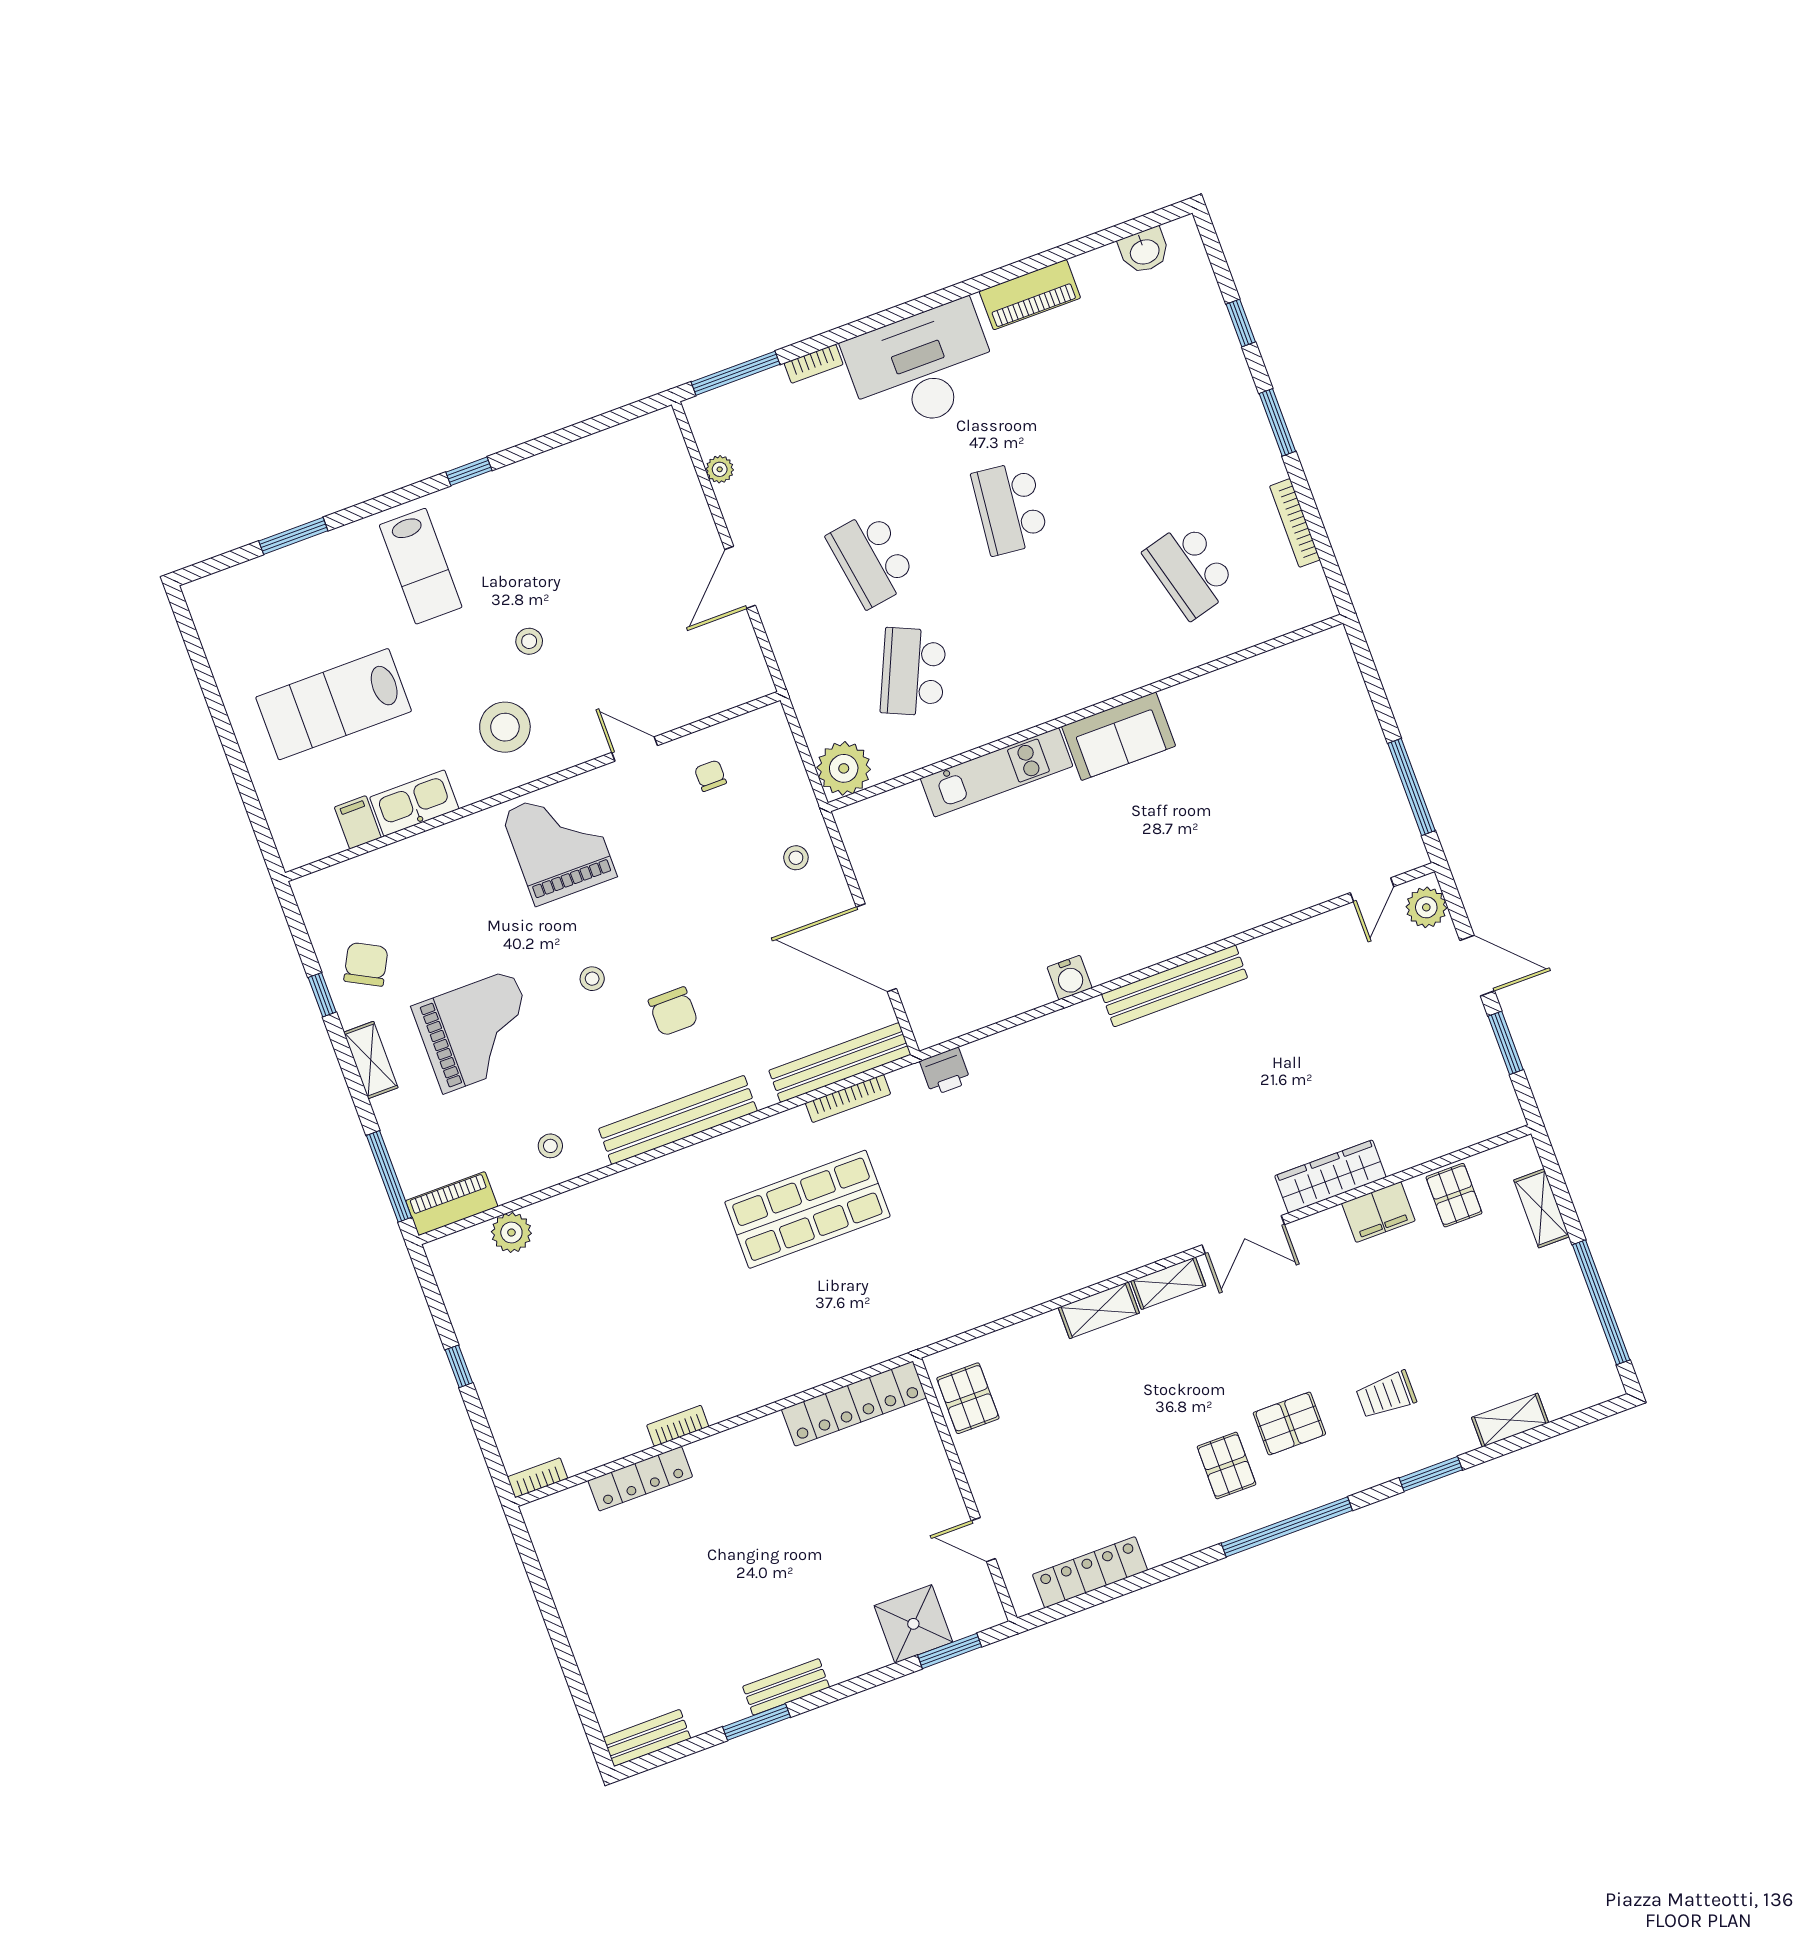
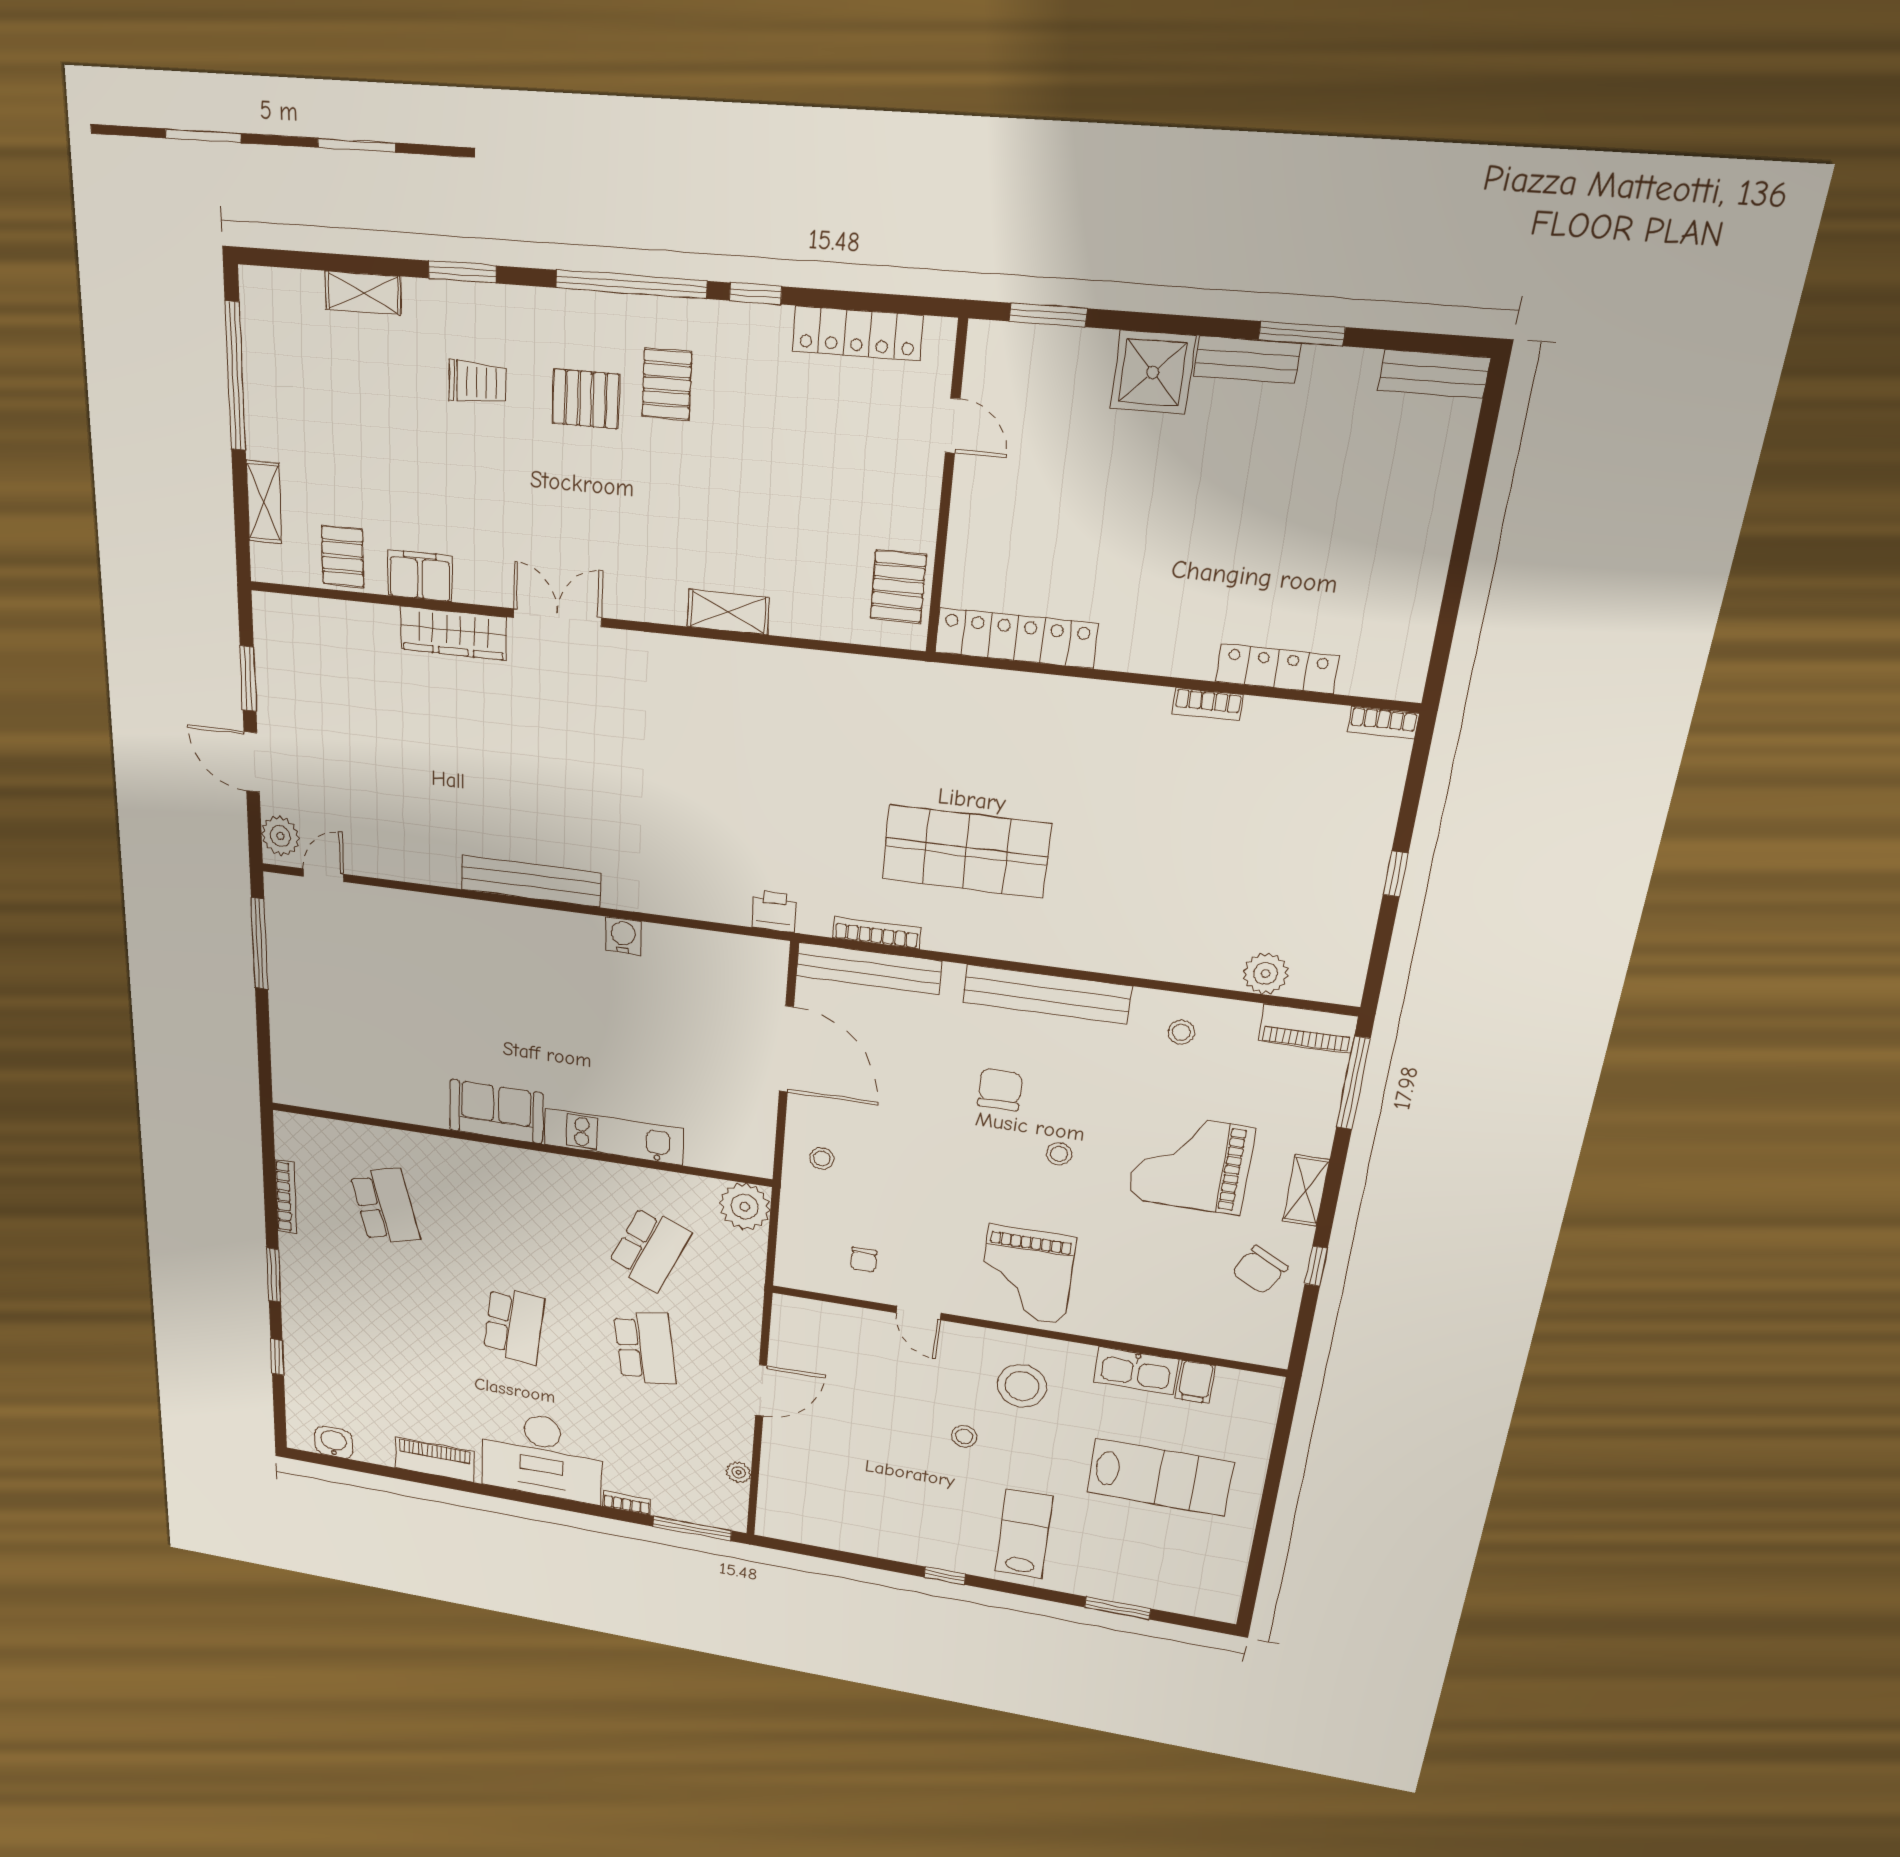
shelving: (1168, 1283) -> (649, 605), removed
window: (1184, 1565) -> (755, 293), added
shower: (913, 1624) -> (1153, 372), moved

